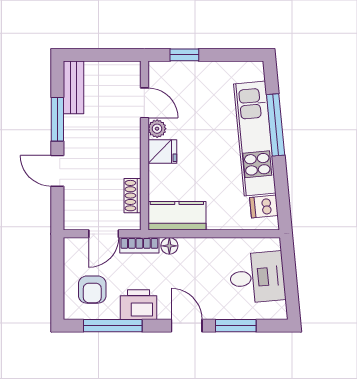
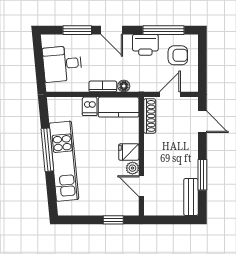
window: (276, 125) -> (47, 150), moved
door: (57, 171) -> (202, 122), moved
shoe rack: (132, 196) -> (150, 116), width x1.43
dishwasher: (264, 206) -> (90, 106), moved, turned 95
bookcase: (139, 245) -> (103, 86), moved
armchair: (92, 290) -> (178, 55), turned 90

